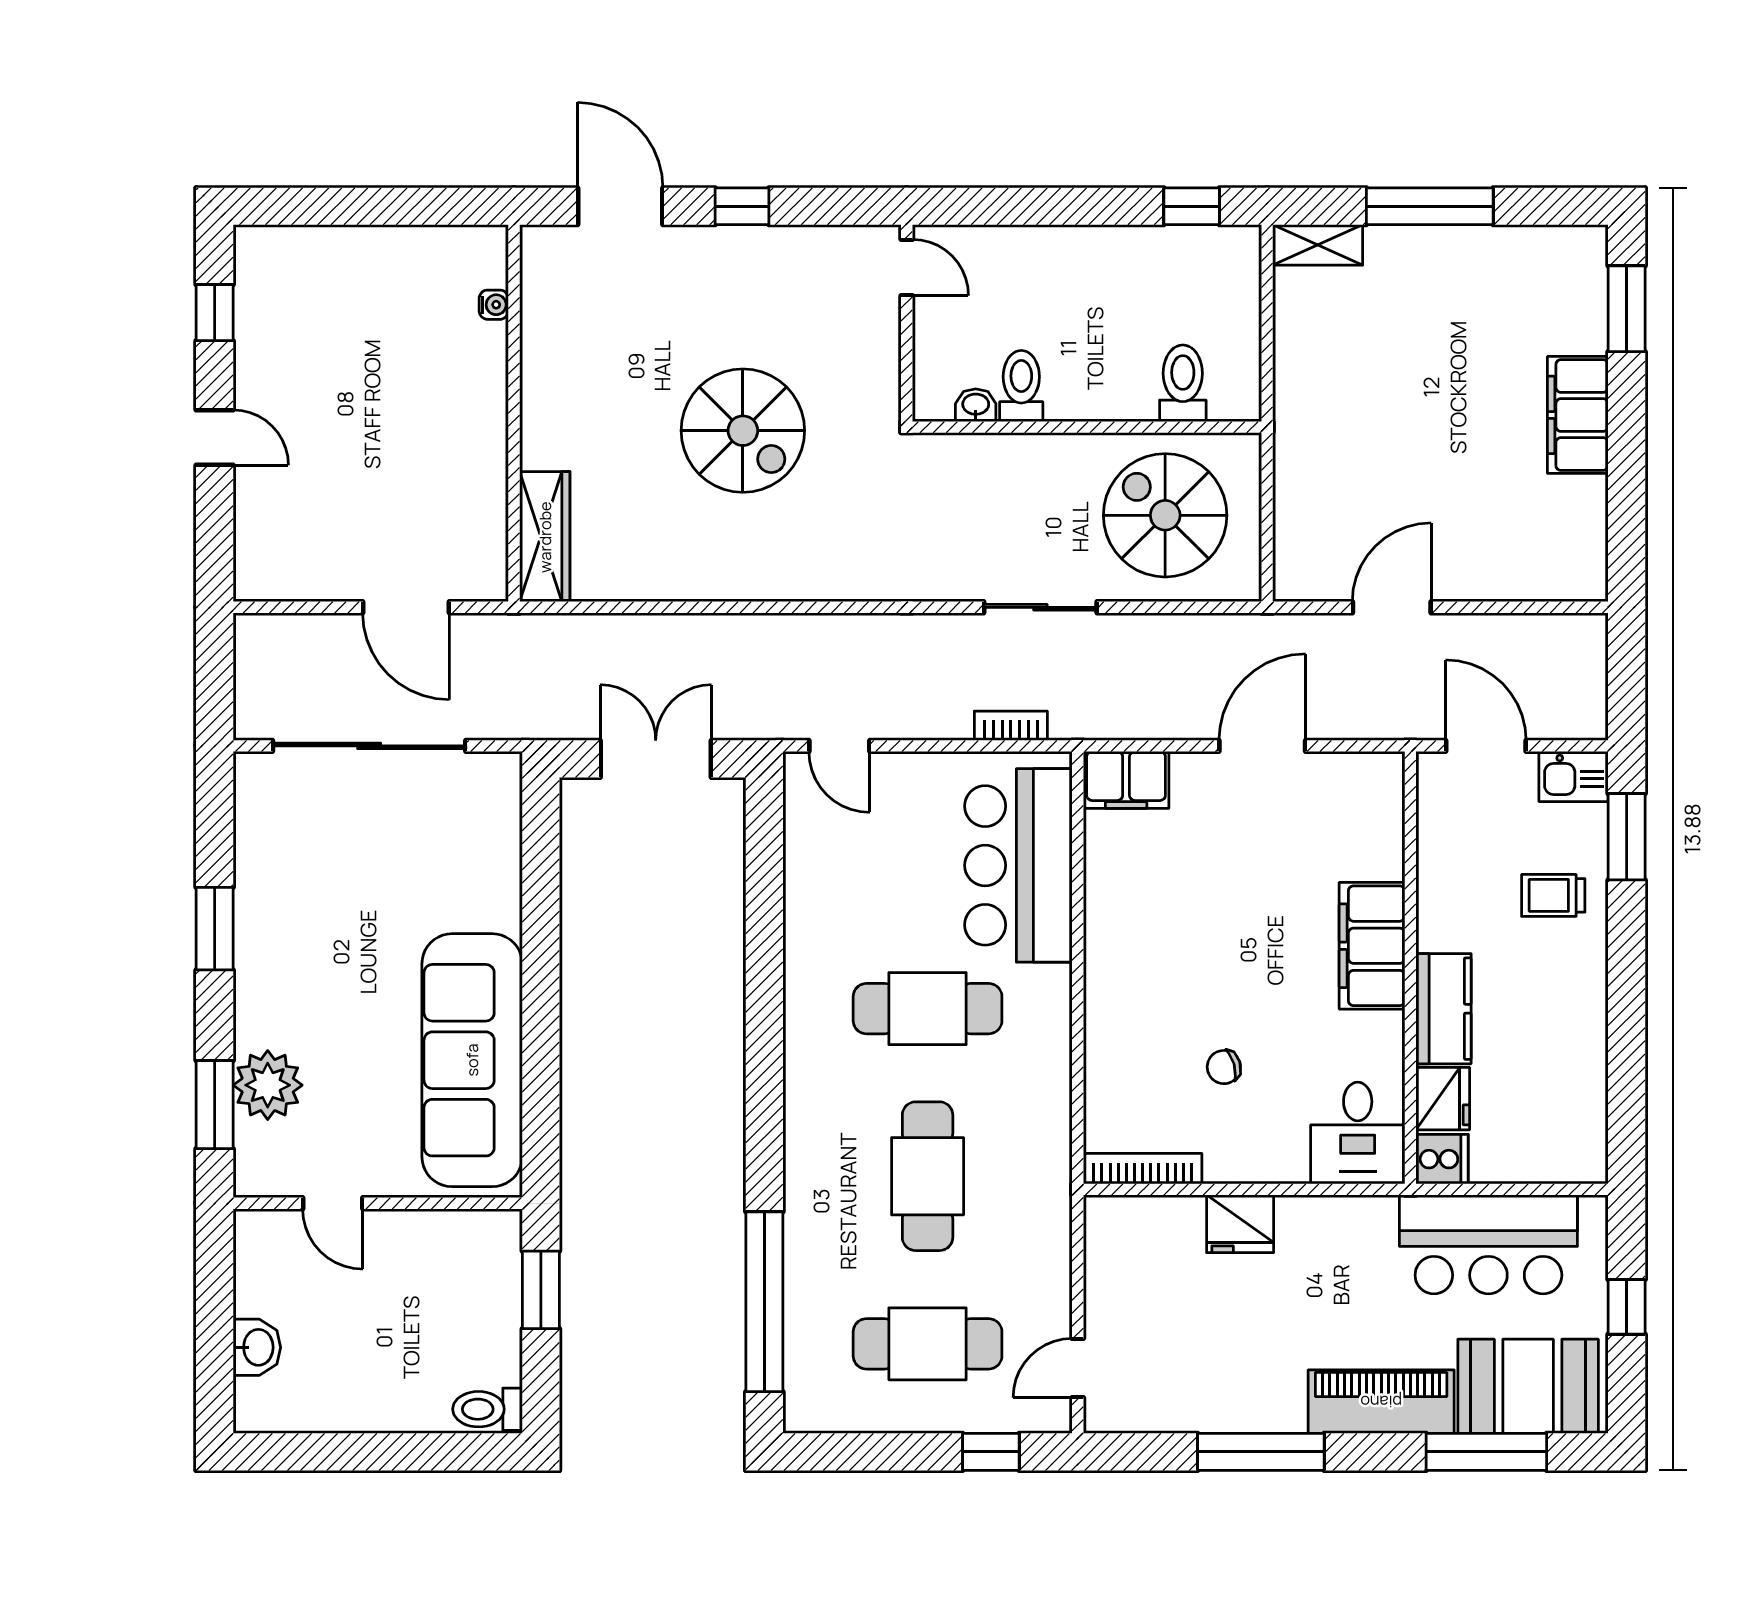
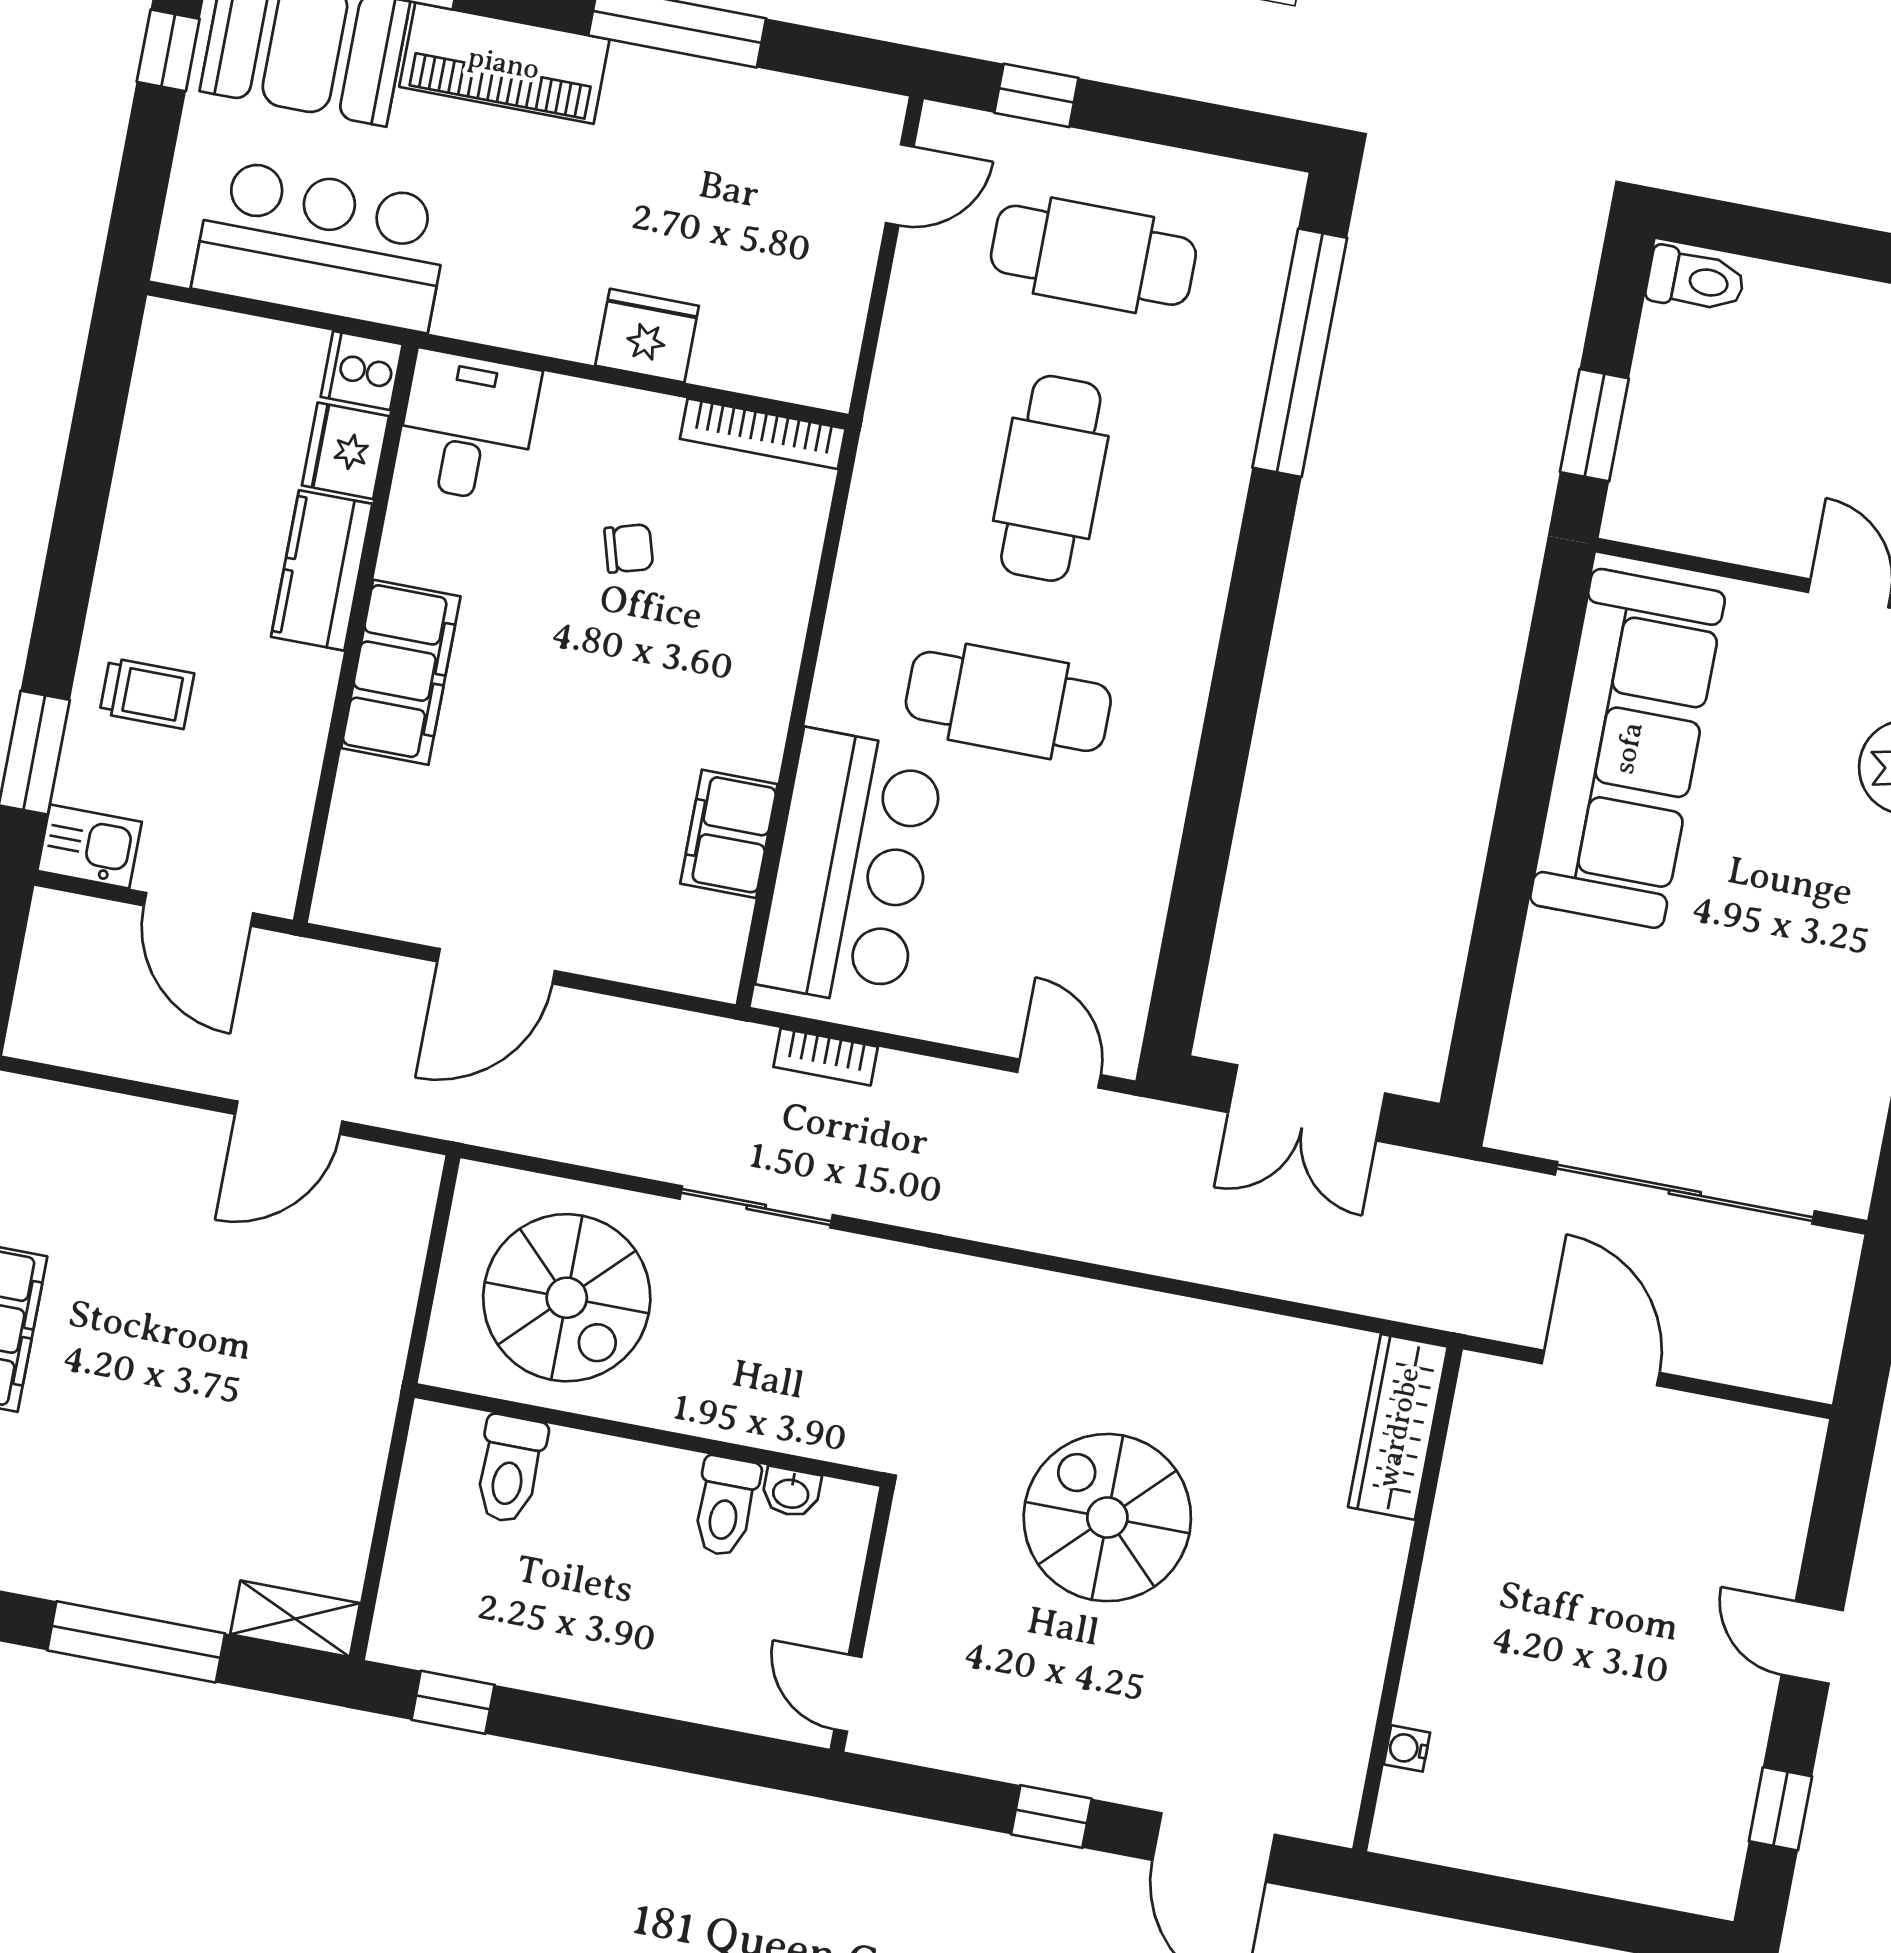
filing cabinet: (1126, 780) -> (729, 834), moved, turned -90
window: (1627, 1307) -> (168, 50), moved

